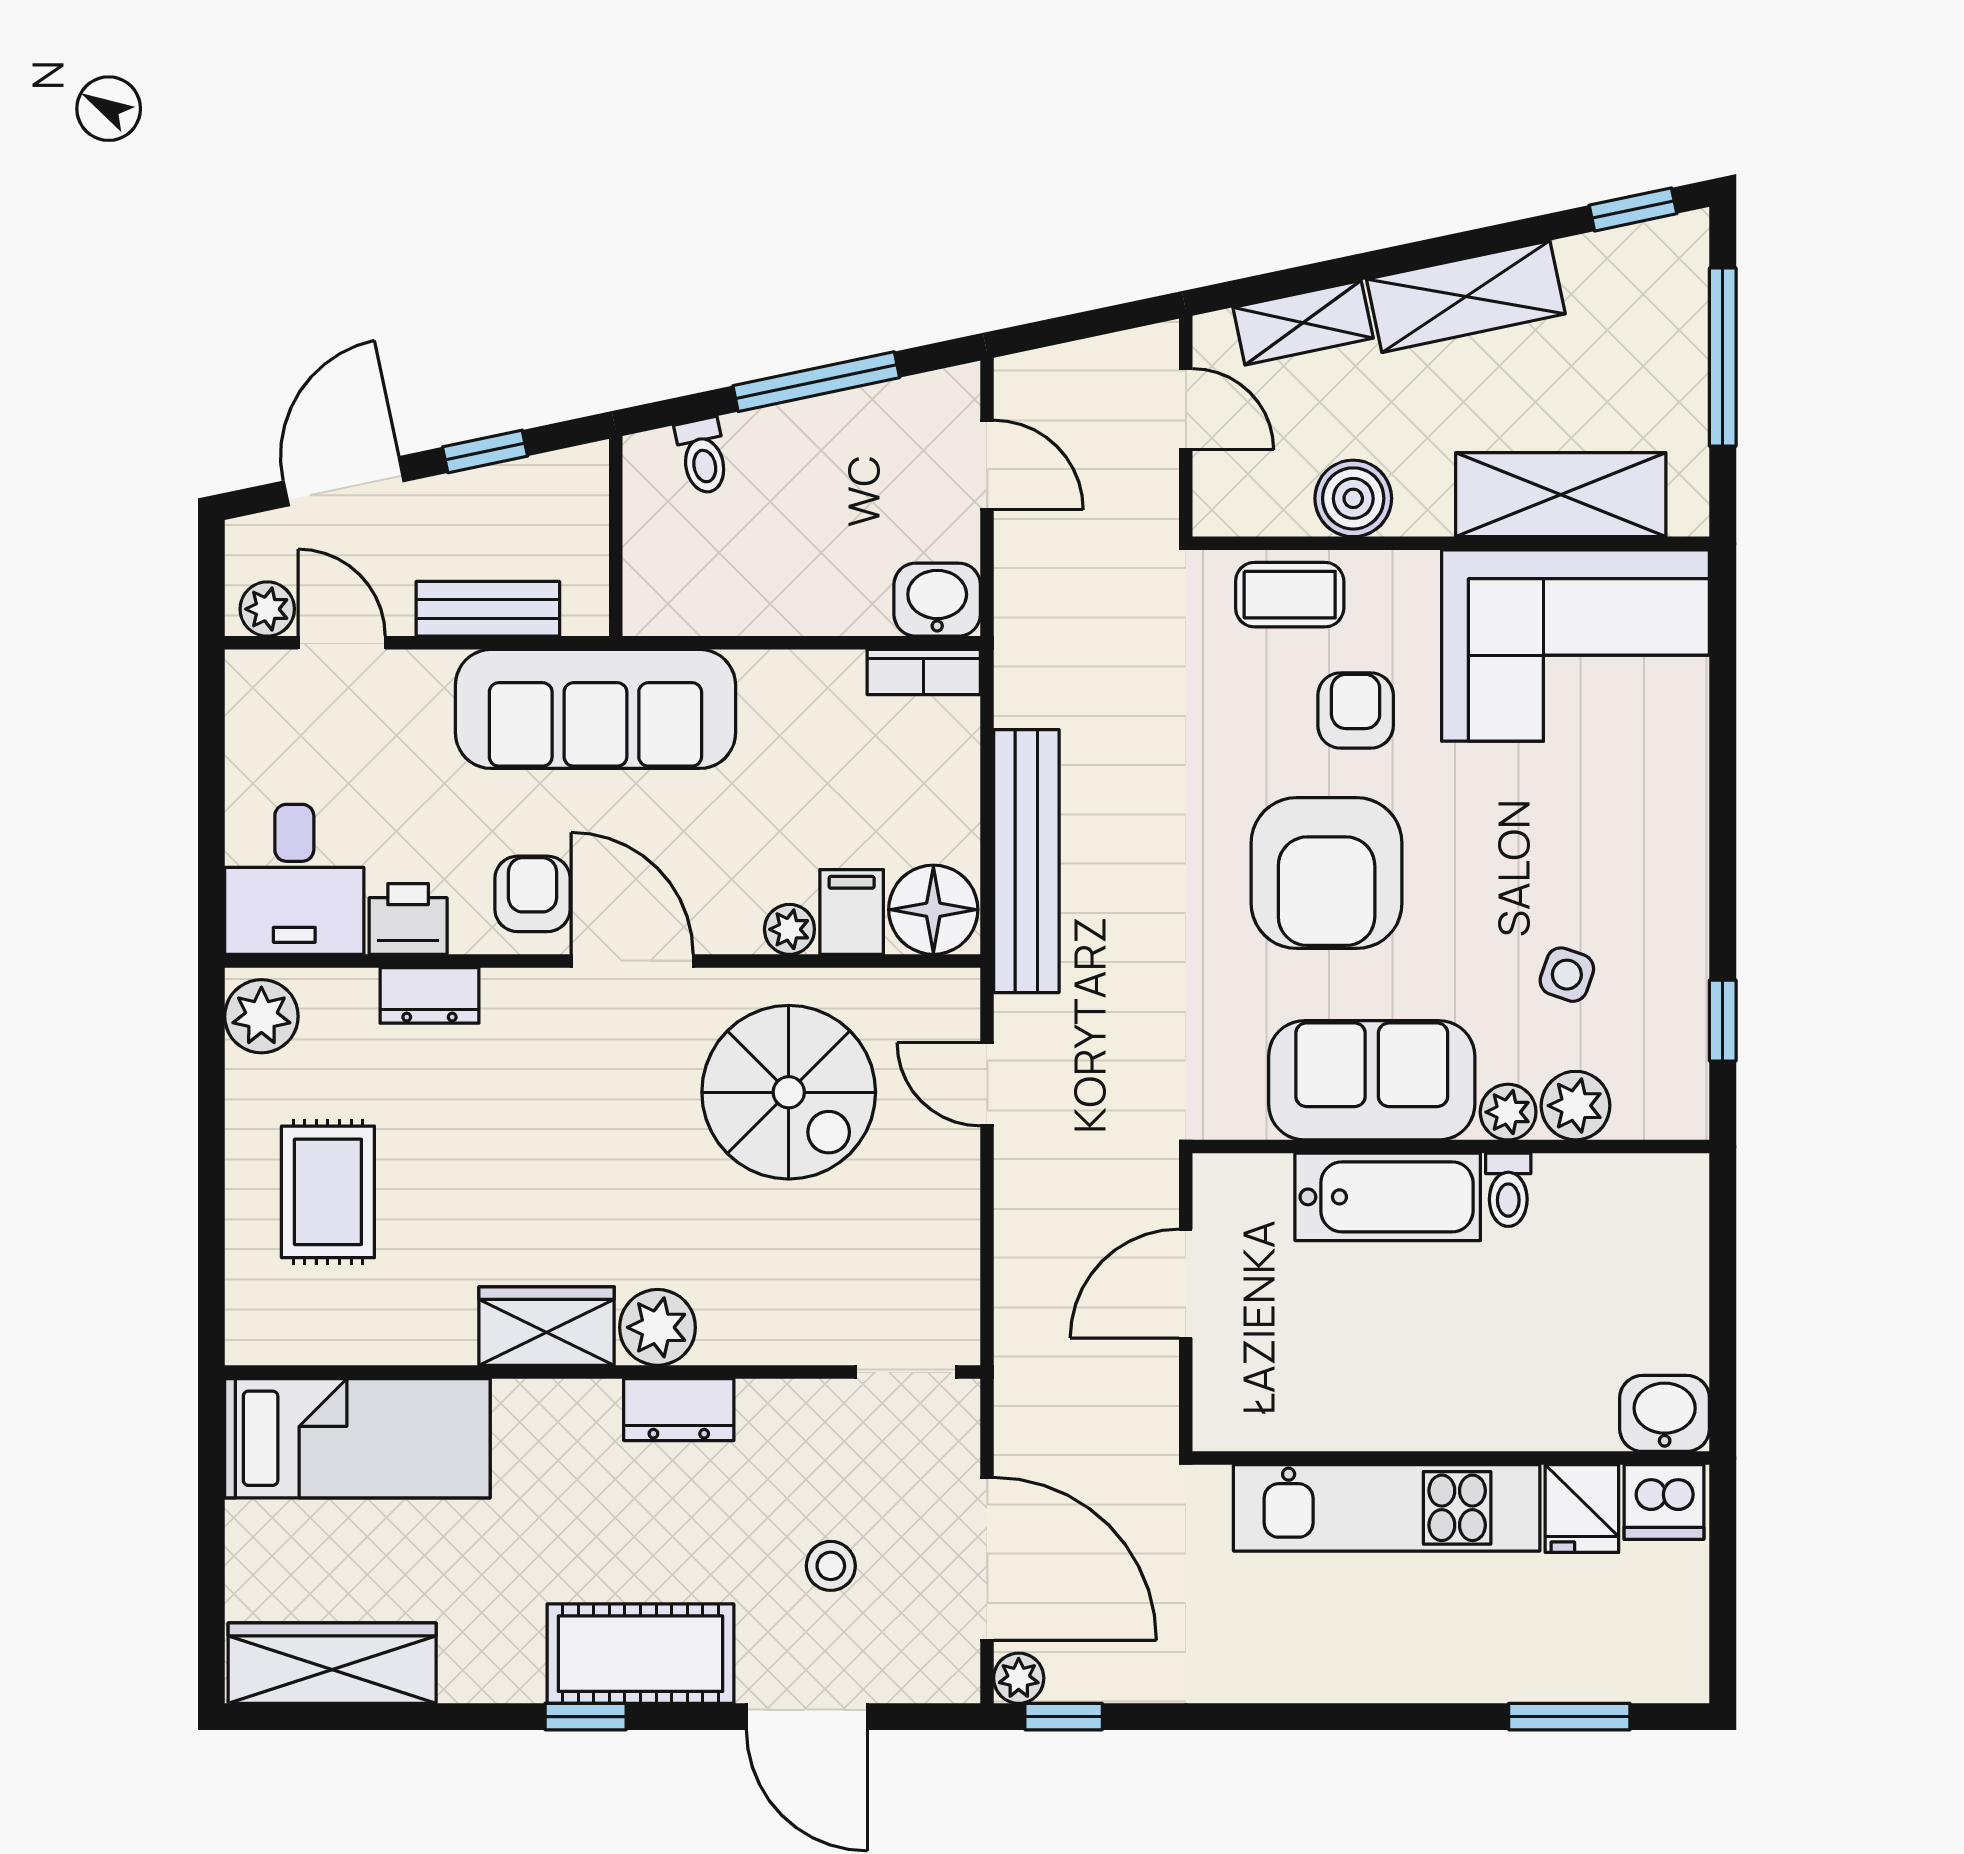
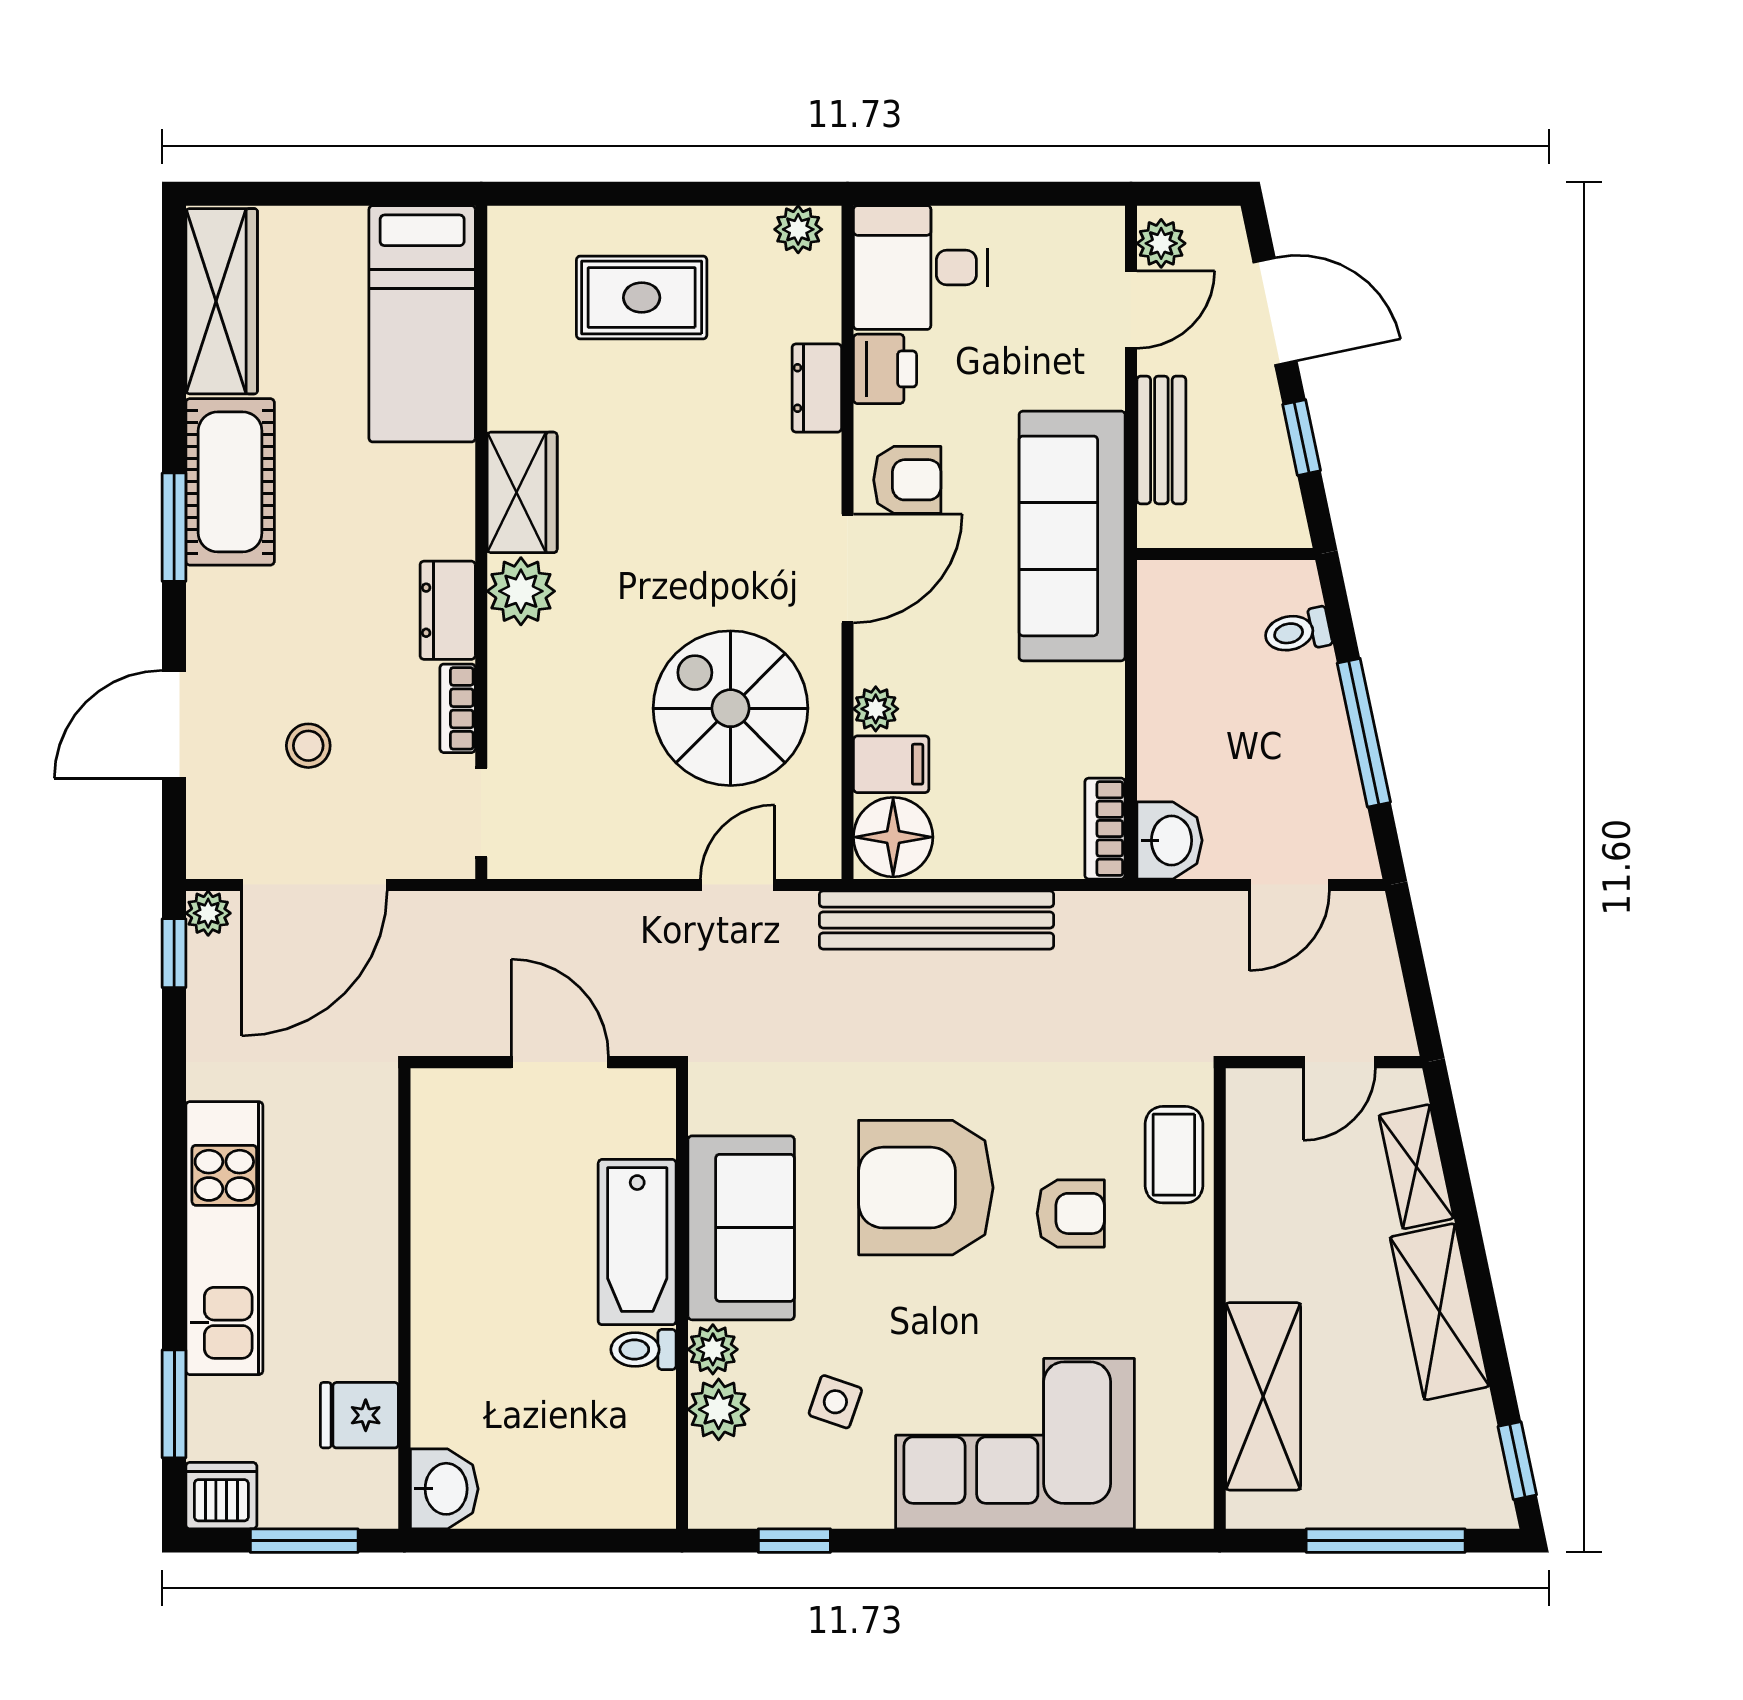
boiler: (1353, 498) -> (1260, 1211), removed
corner sofa: (1576, 646) -> (1015, 1444), moved, turned 90
plant: (261, 1016) -> (798, 229), width x0.73, depth x0.73
spiral stairs: (789, 1092) -> (731, 708), turned 90
bookcase: (789, 1398) -> (458, 708), added
dishwasher: (1664, 1502) -> (221, 1496), moved, turned 90
kitchen unit: (1387, 1508) -> (224, 1238), moved, turned 180
window: (1723, 1571) -> (304, 1541), added
cot: (640, 1654) -> (230, 482), moved
window: (586, 1717) -> (174, 527), width x1.50

